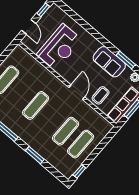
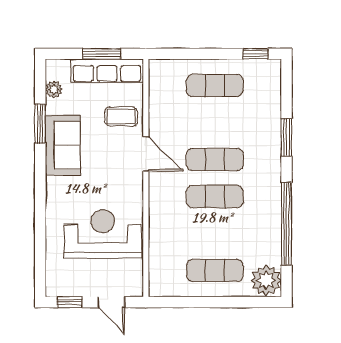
door: (29, 27) -> (111, 302), swing flipped
door: (77, 92) -> (146, 154), swing flipped
exercise mat: (66, 131) -> (215, 159), moved

